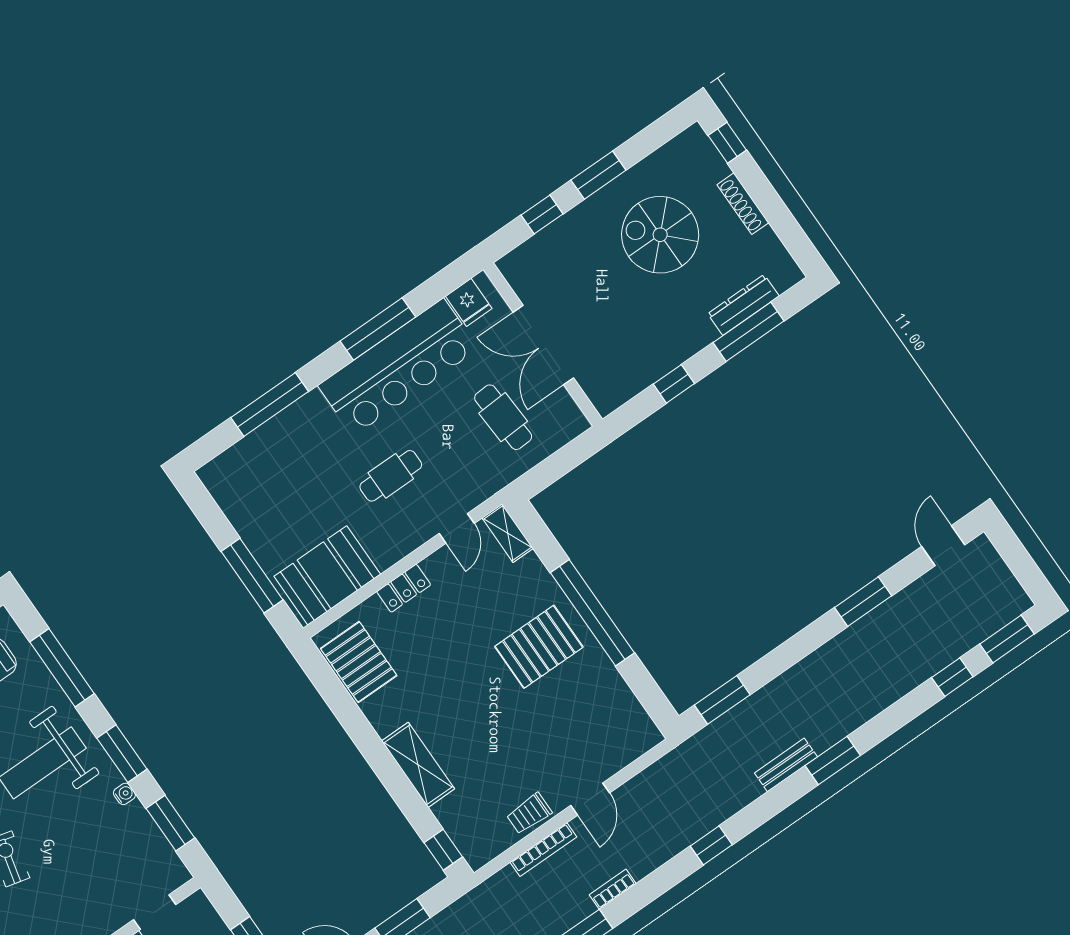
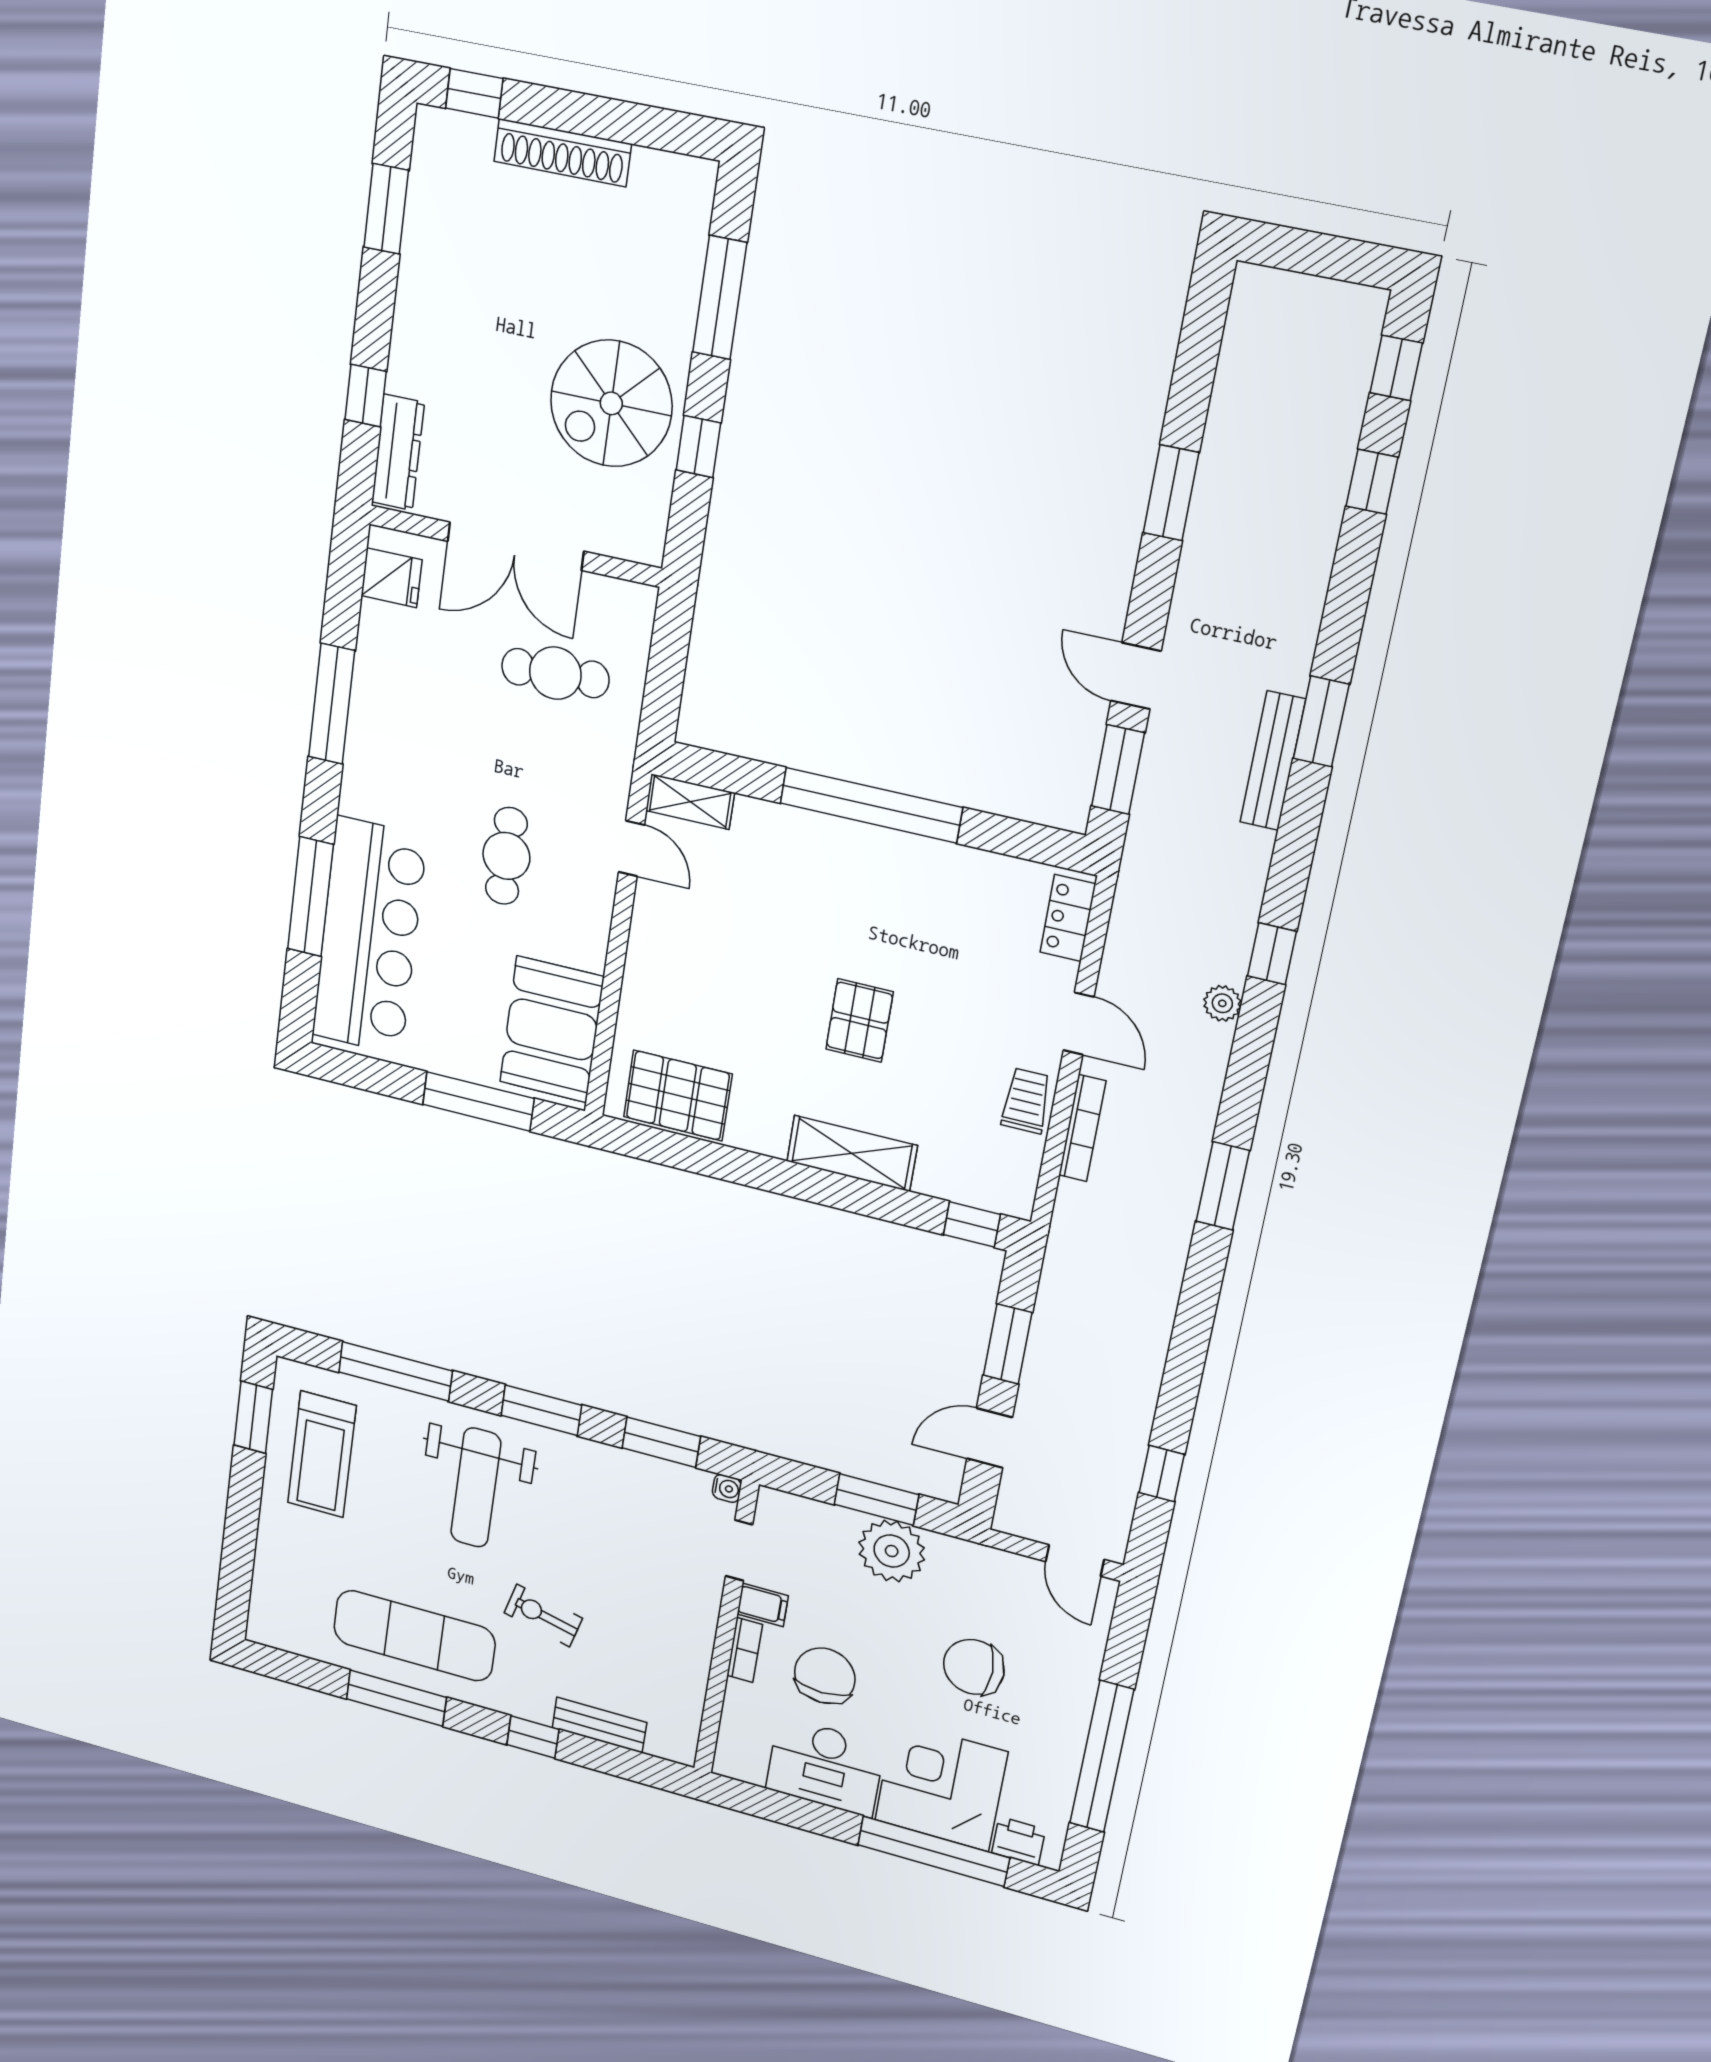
window: (598, 175) -> (386, 209), moved
shoe rack: (743, 204) -> (562, 153), width x1.36, depth x1.24
spiral stairs: (660, 235) -> (611, 403), moved
dresser: (743, 305) -> (398, 452), moved, turned 180
bar counter: (398, 367) -> (369, 936), moved
door: (943, 546) -> (1136, 676), moved
locker: (404, 588) -> (1068, 918), moved, turned 180
window: (1007, 639) -> (1396, 368), width x0.67
pallet: (539, 647) -> (860, 1020), moved, width x0.67, depth x0.71
bench: (786, 765) -> (1273, 761), width x1.36
water cooler: (124, 794) -> (727, 1488), moved, turned 90
trolley: (529, 813) -> (1026, 1101), turned 180
plant: (666, 848) -> (1222, 1003), added
bookcase: (613, 889) -> (1206, 1105), removed

